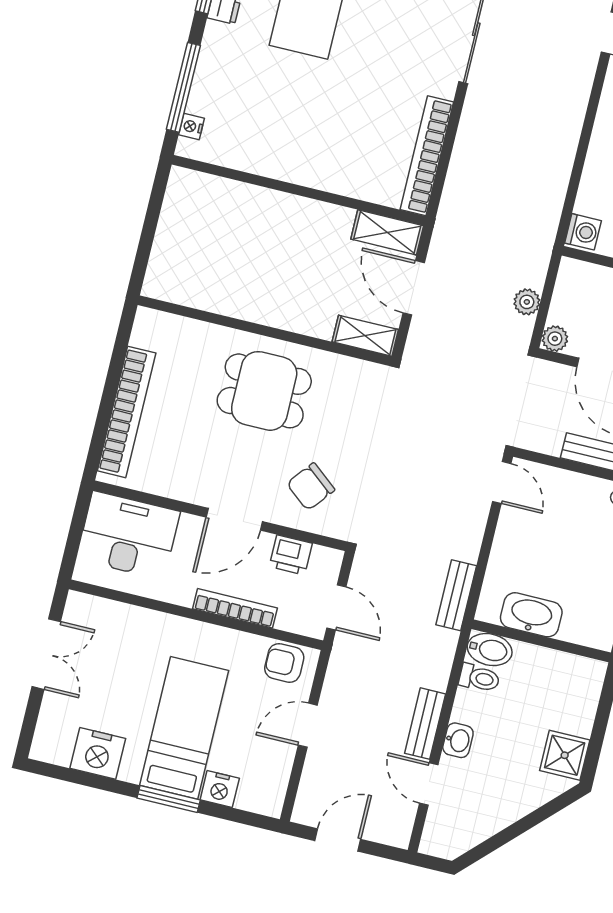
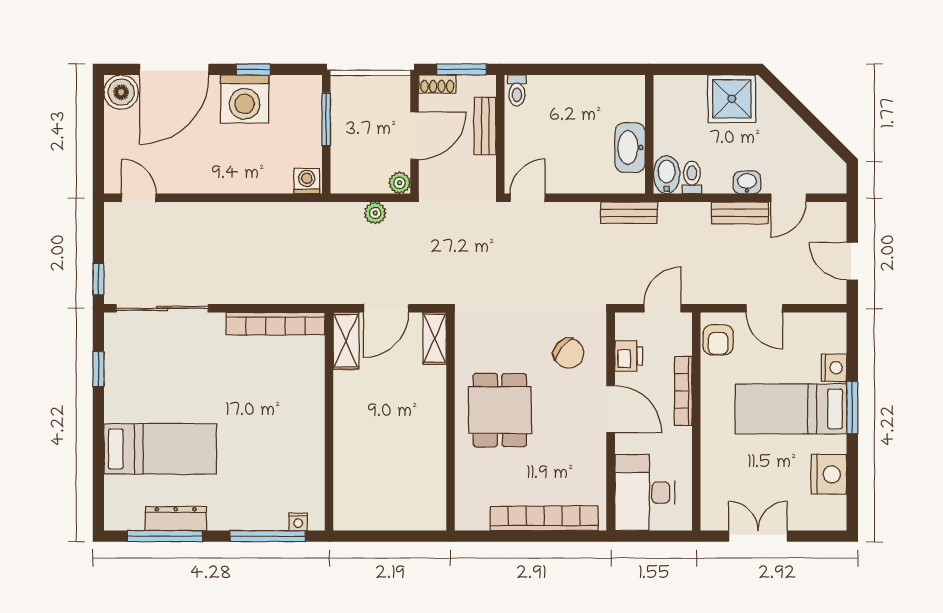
shower: (565, 755) -> (732, 99), width x1.36, depth x1.36

